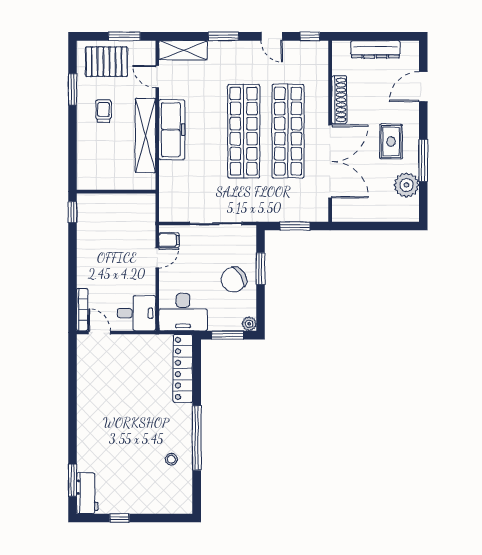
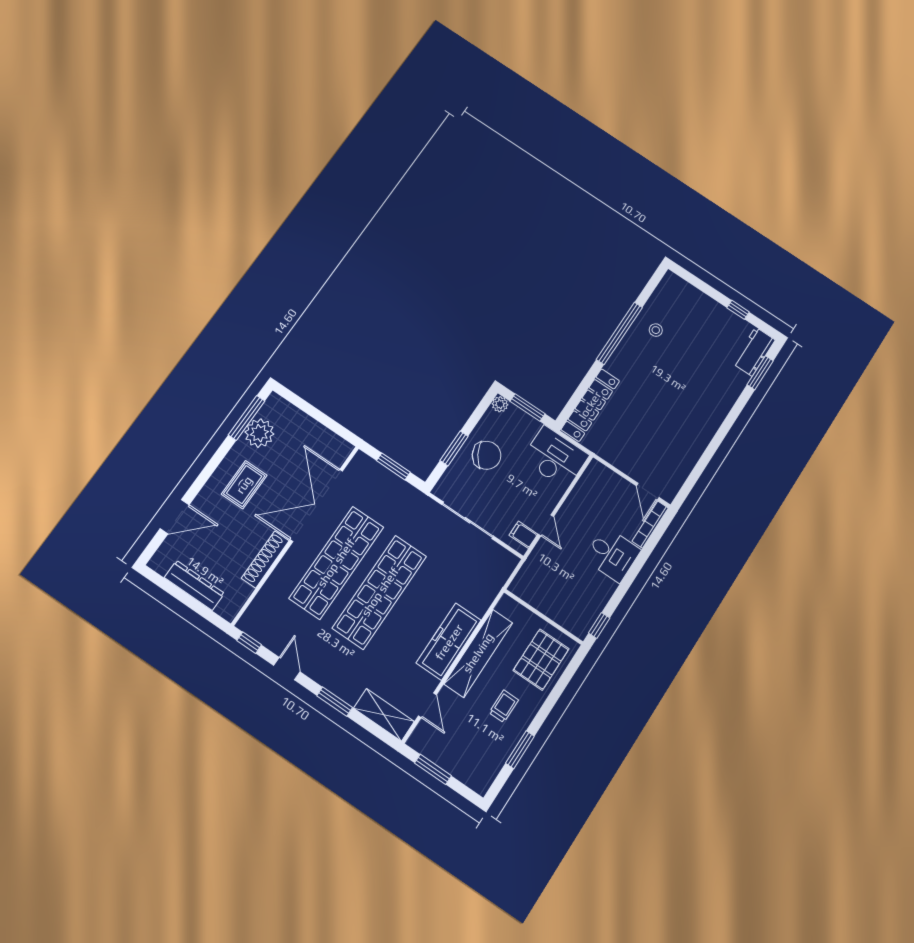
pallet: (107, 62) -> (541, 660), moved, turned 90
trolley: (103, 111) -> (504, 706), turned 180
window: (423, 160) -> (247, 418), moved
door: (157, 258) -> (546, 525), swing flipped
desk: (136, 313) -> (612, 554), moved, turned 180

